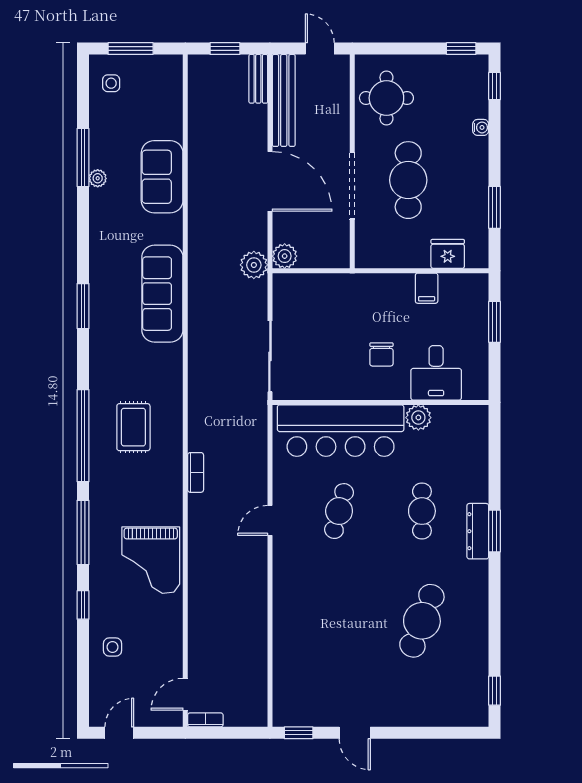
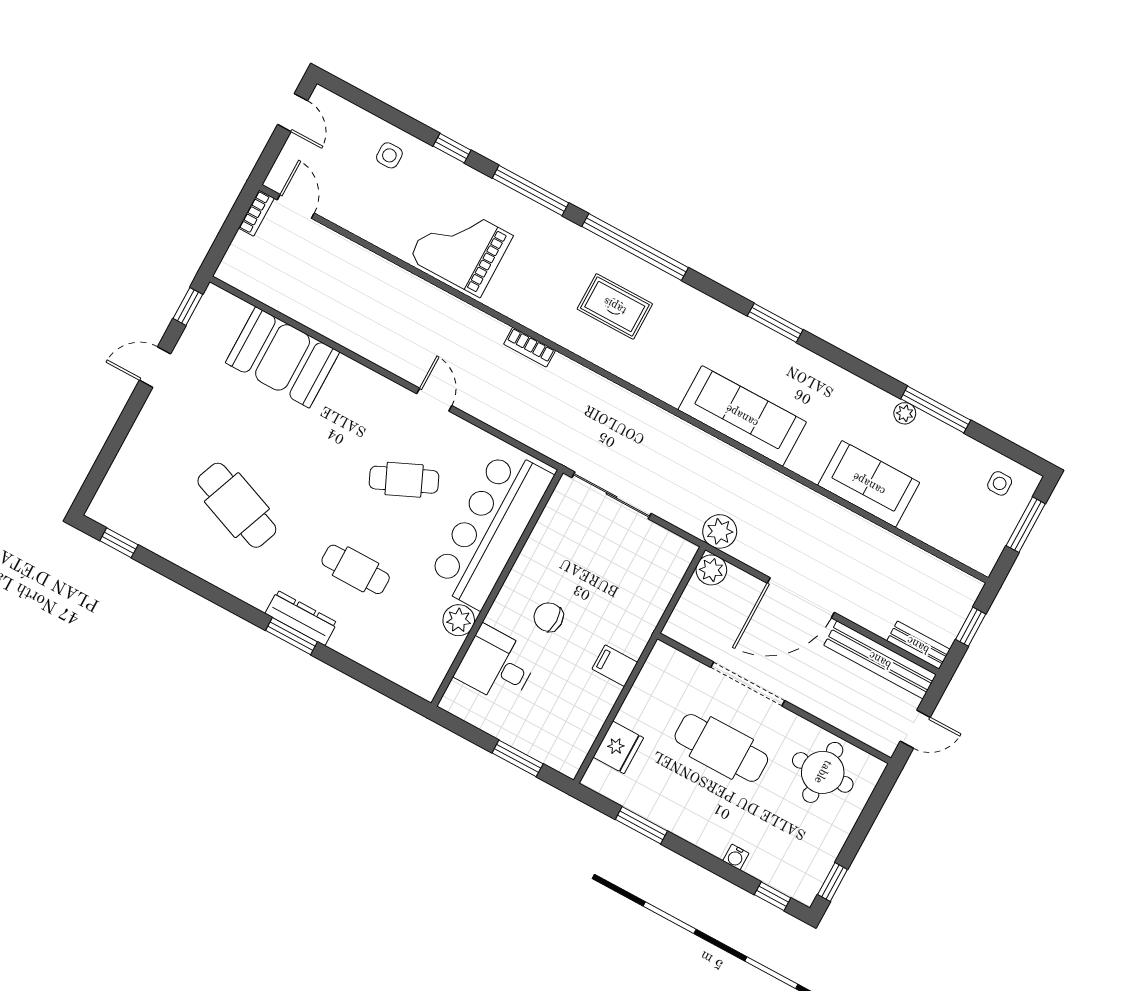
filing cabinet: (427, 288) -> (615, 666), moved
cafe table: (339, 511) -> (404, 480), turned -39
booth: (298, 645) -> (283, 357), added

